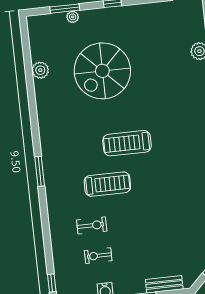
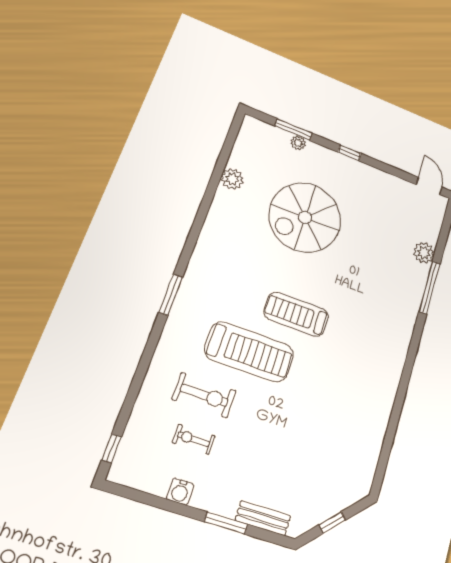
treadmill: (107, 184) -> (249, 352), width x1.37, depth x1.38
exercise bike: (92, 225) -> (204, 395), width x1.38, depth x1.39

